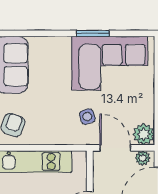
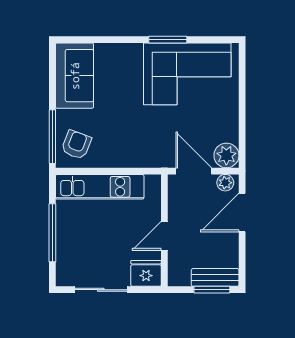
side table: (87, 117) -> (162, 135), removed

